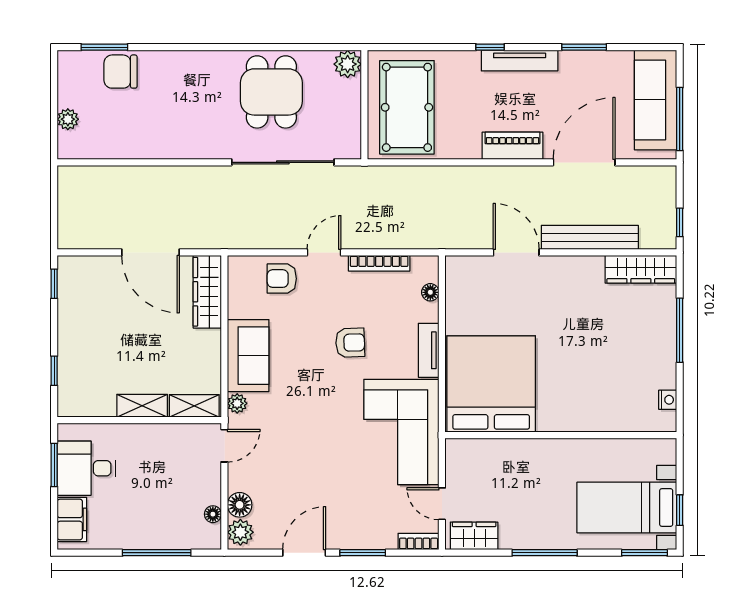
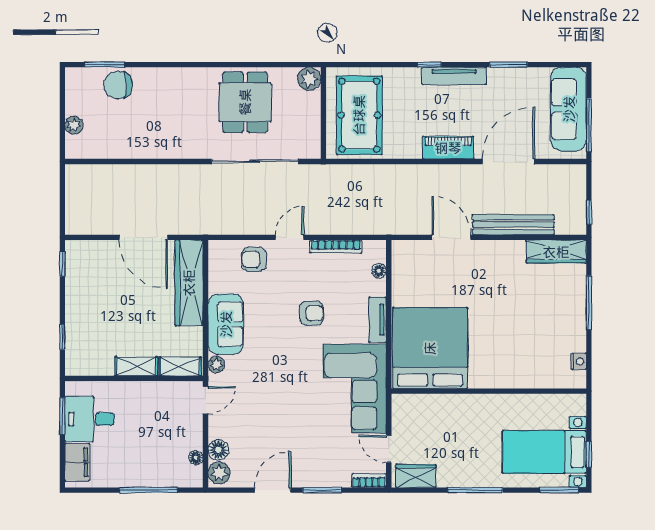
wardrobe: (207, 292) -> (189, 283), width x1.40, depth x1.17

